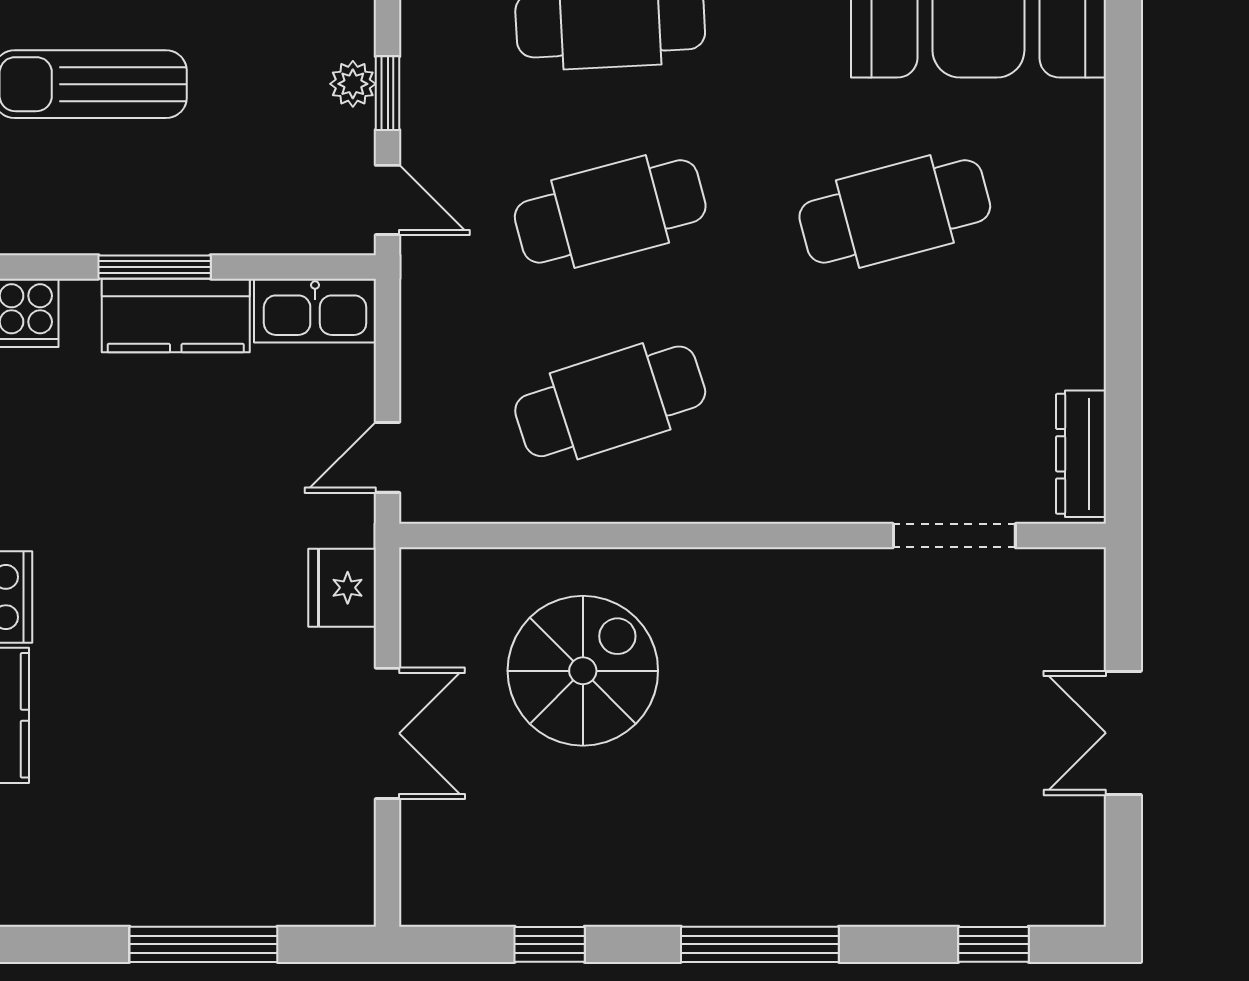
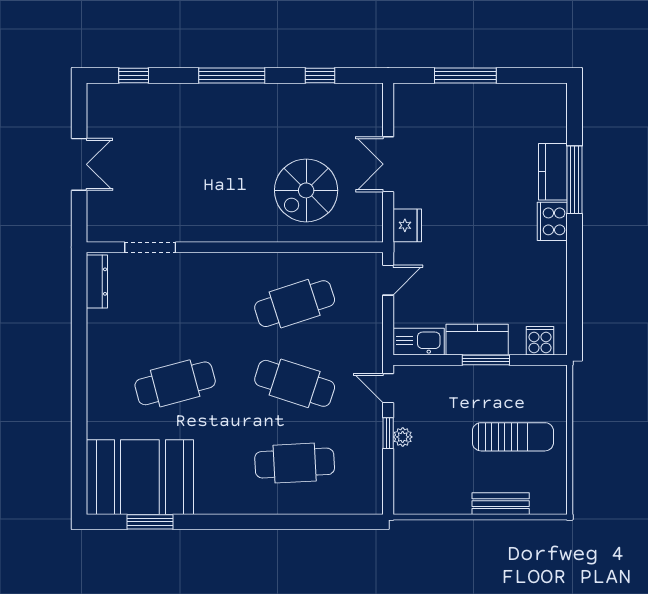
cafe table: (610, 211) -> (295, 383), turned 33

